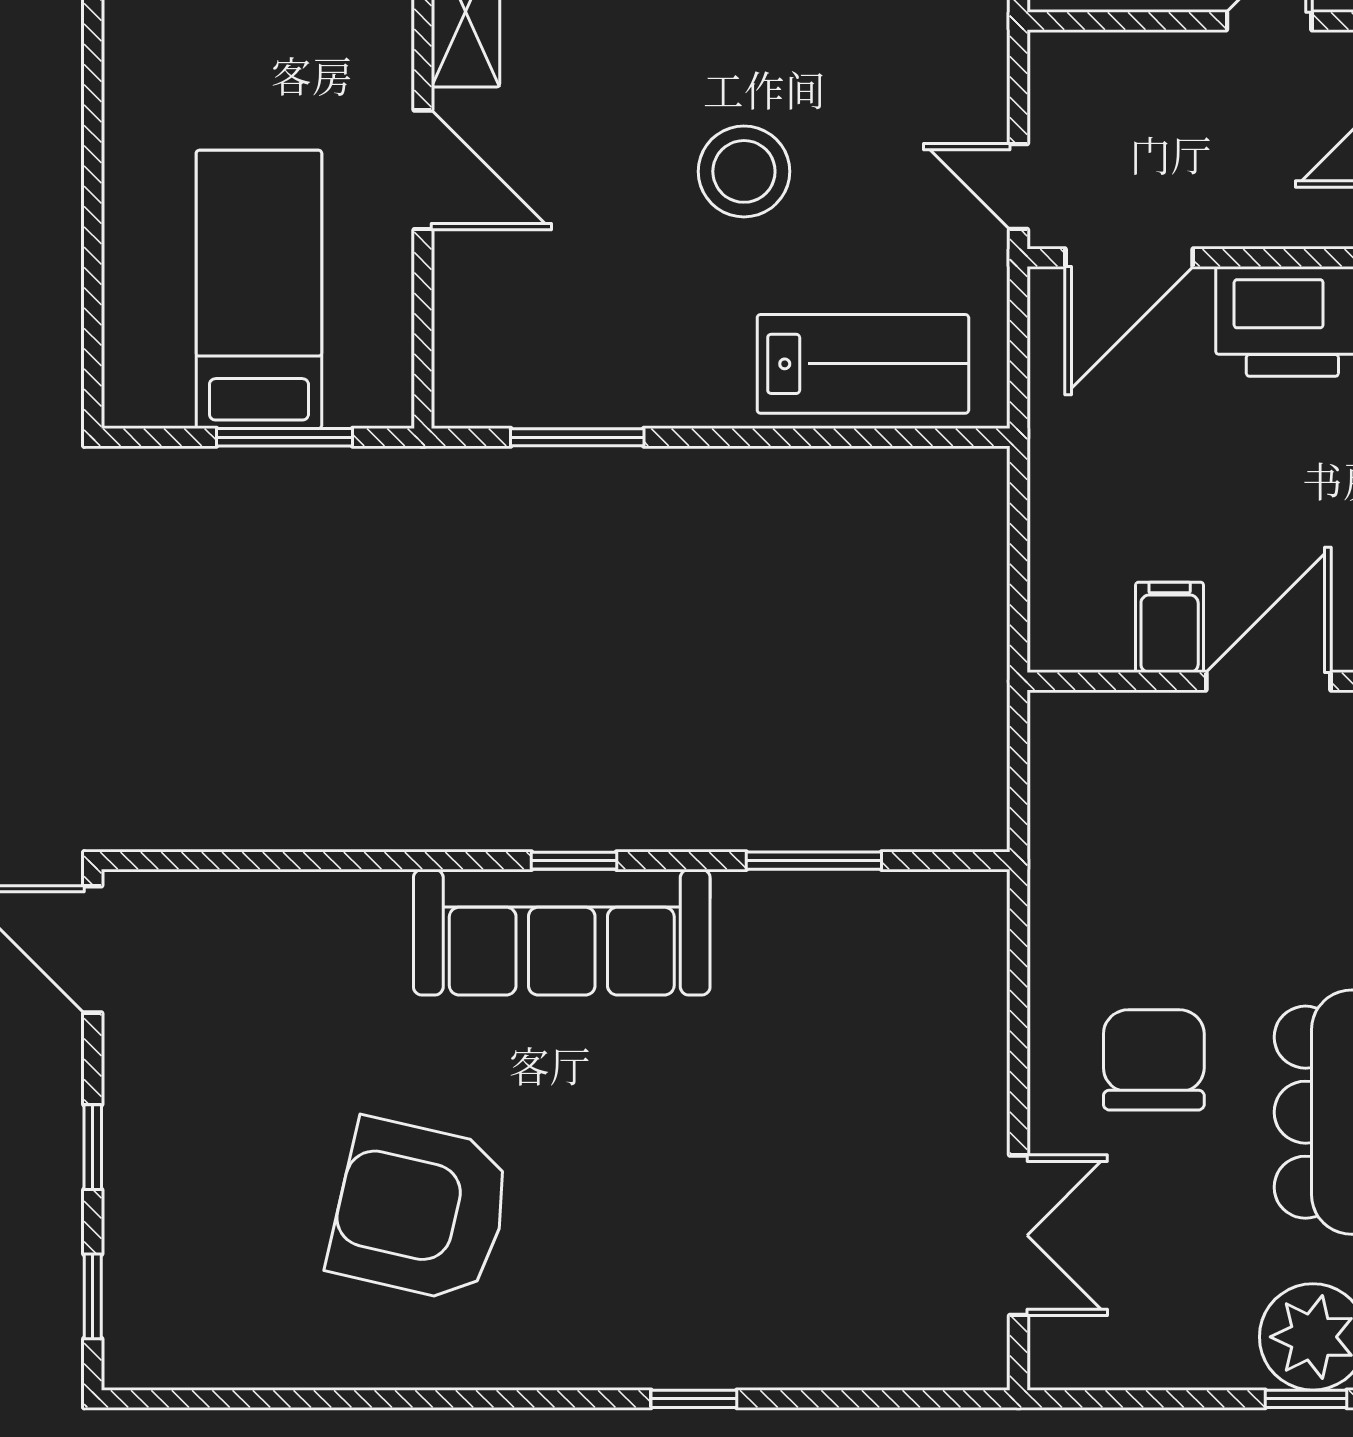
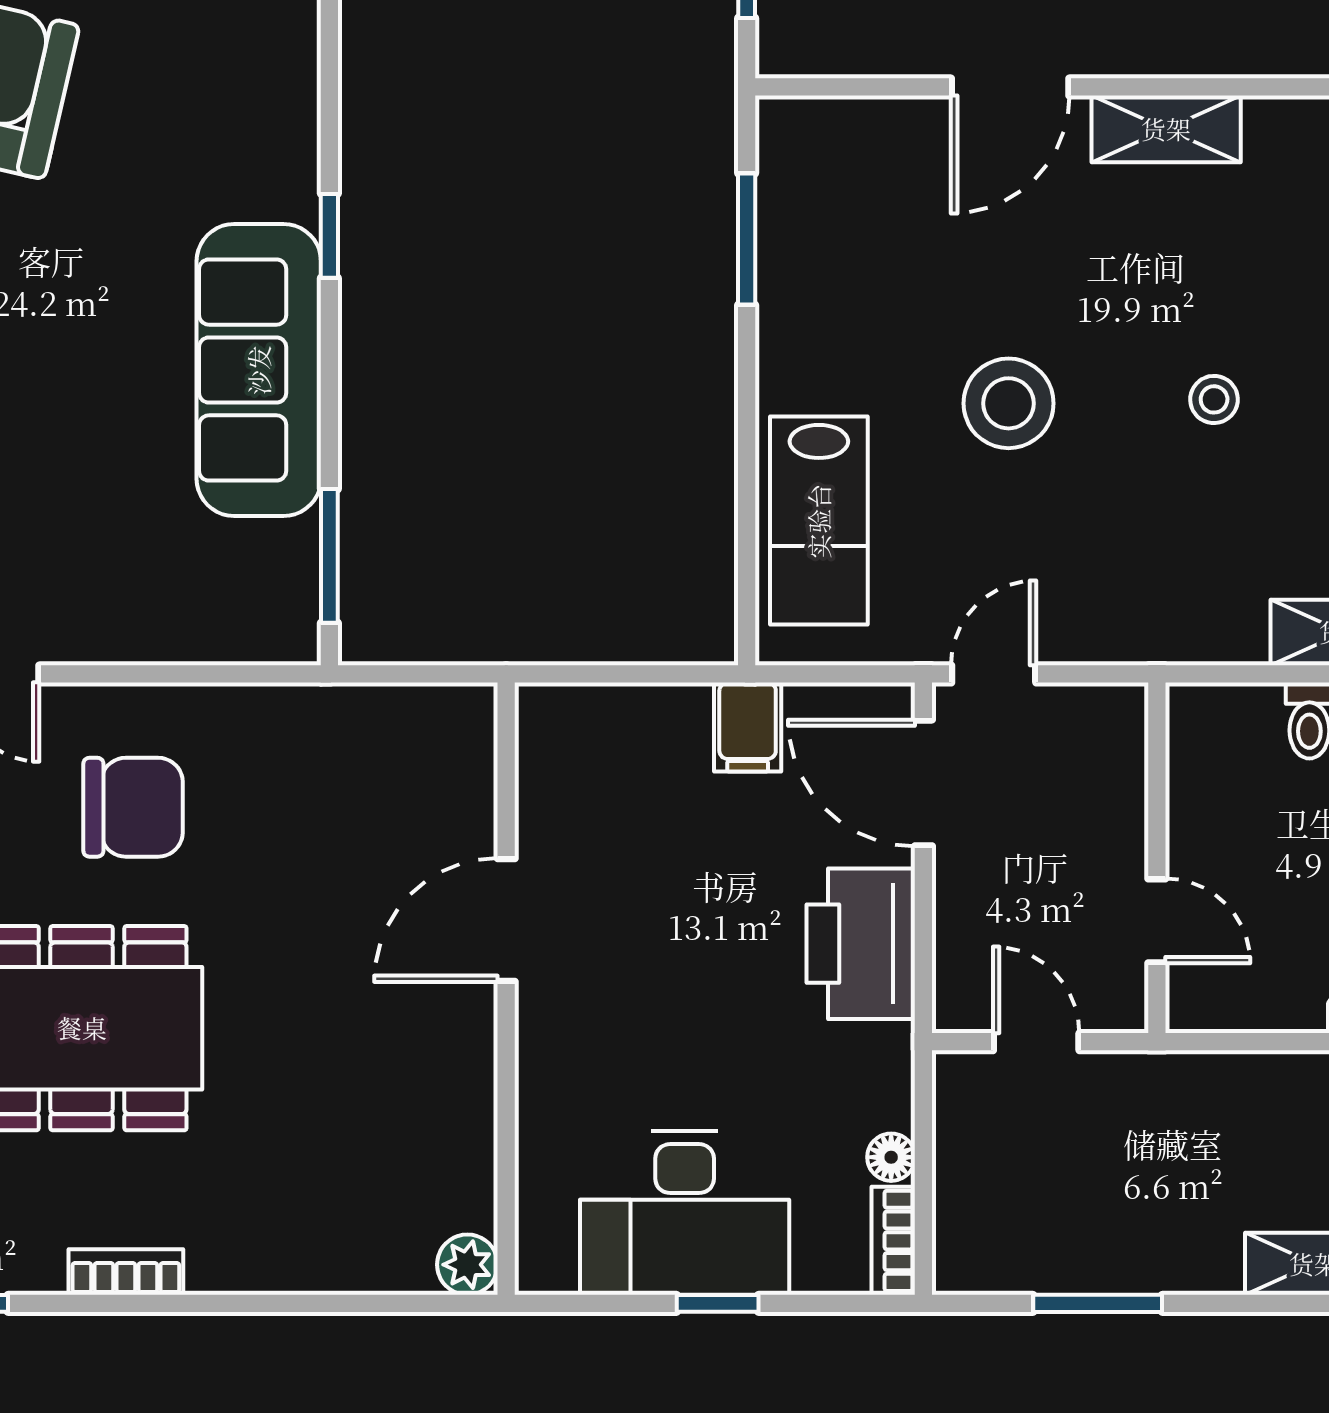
filing cabinet: (1170, 627) -> (748, 727), moved, turned 90
door: (1268, 681) -> (506, 920), swing flipped
window: (814, 861) -> (329, 556), moved
sofa: (562, 932) -> (259, 370), moved

